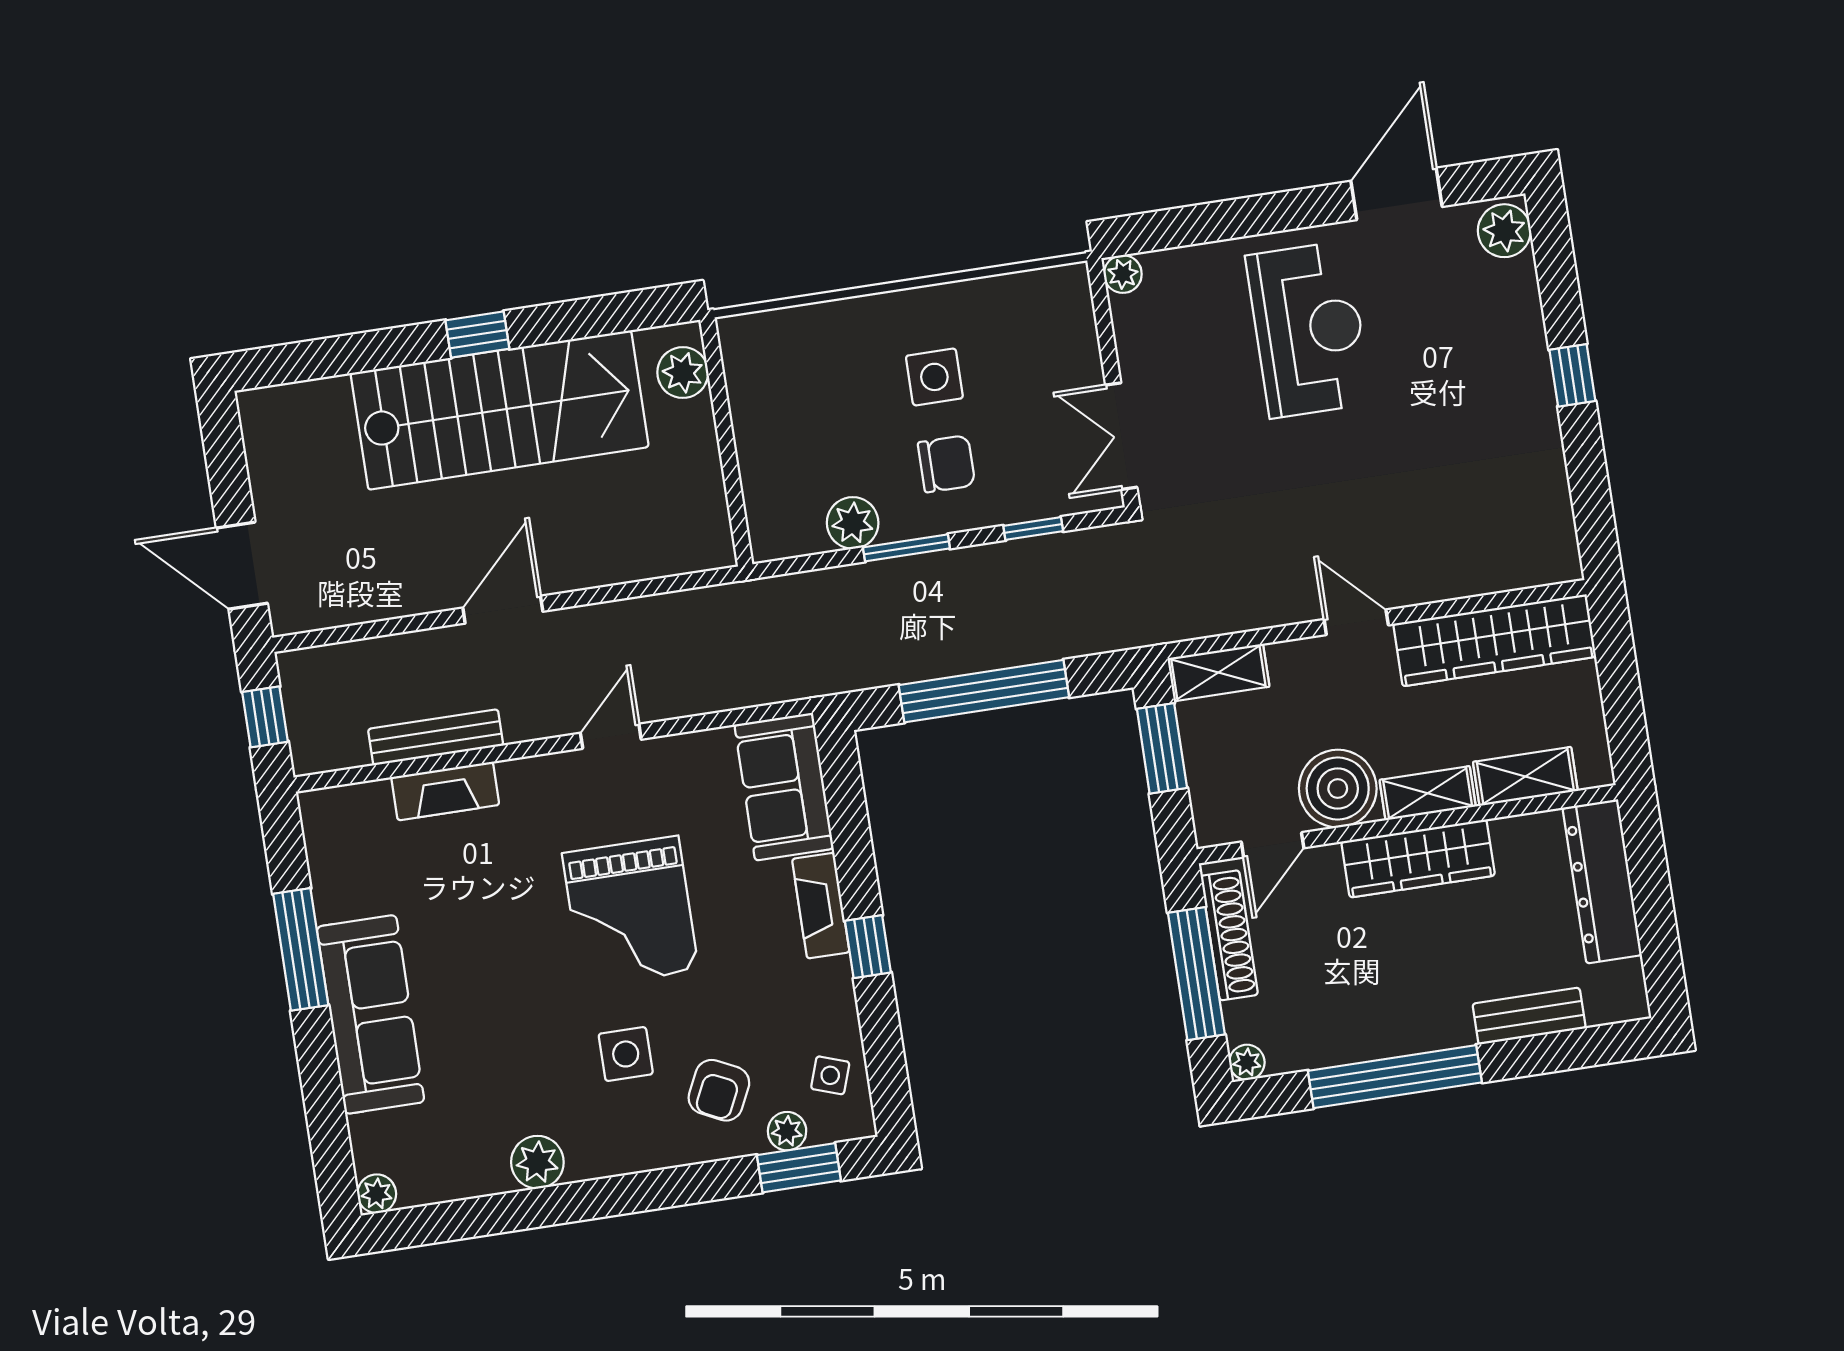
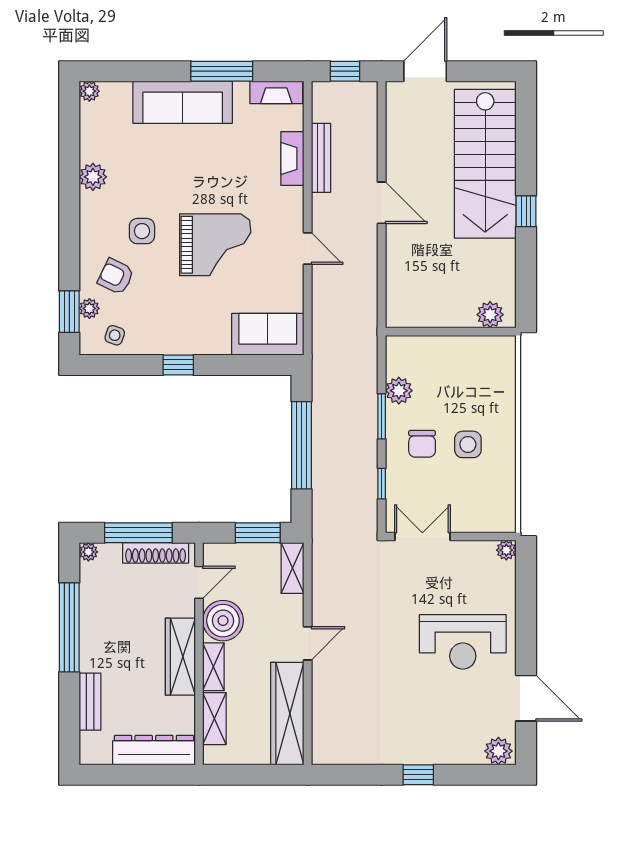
stairs: (500, 410) -> (485, 164), moved
door: (1273, 845) -> (199, 582), swing flipped
fireplace: (821, 906) -> (276, 92), moved, turned 180
grand piano: (630, 912) -> (215, 245), turned 180

